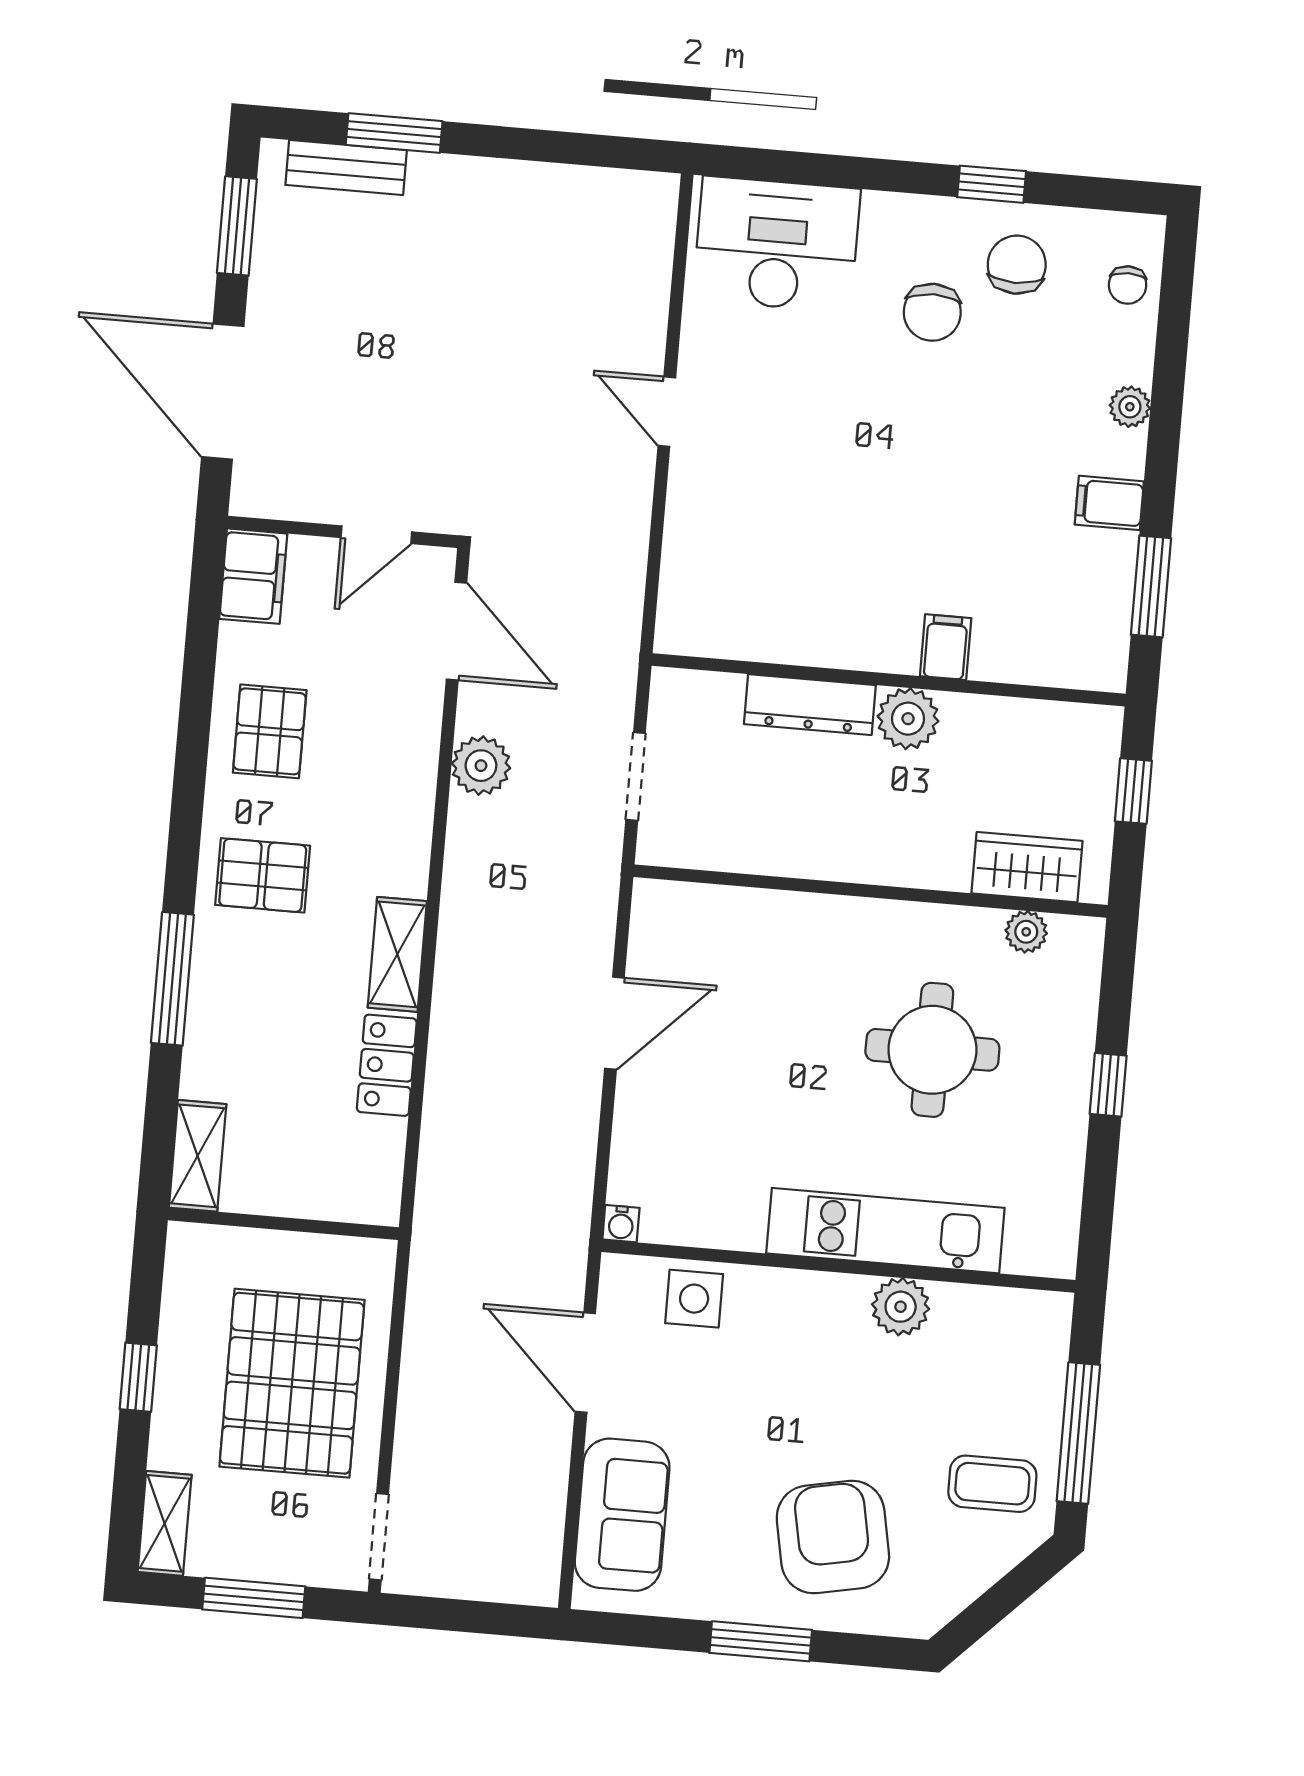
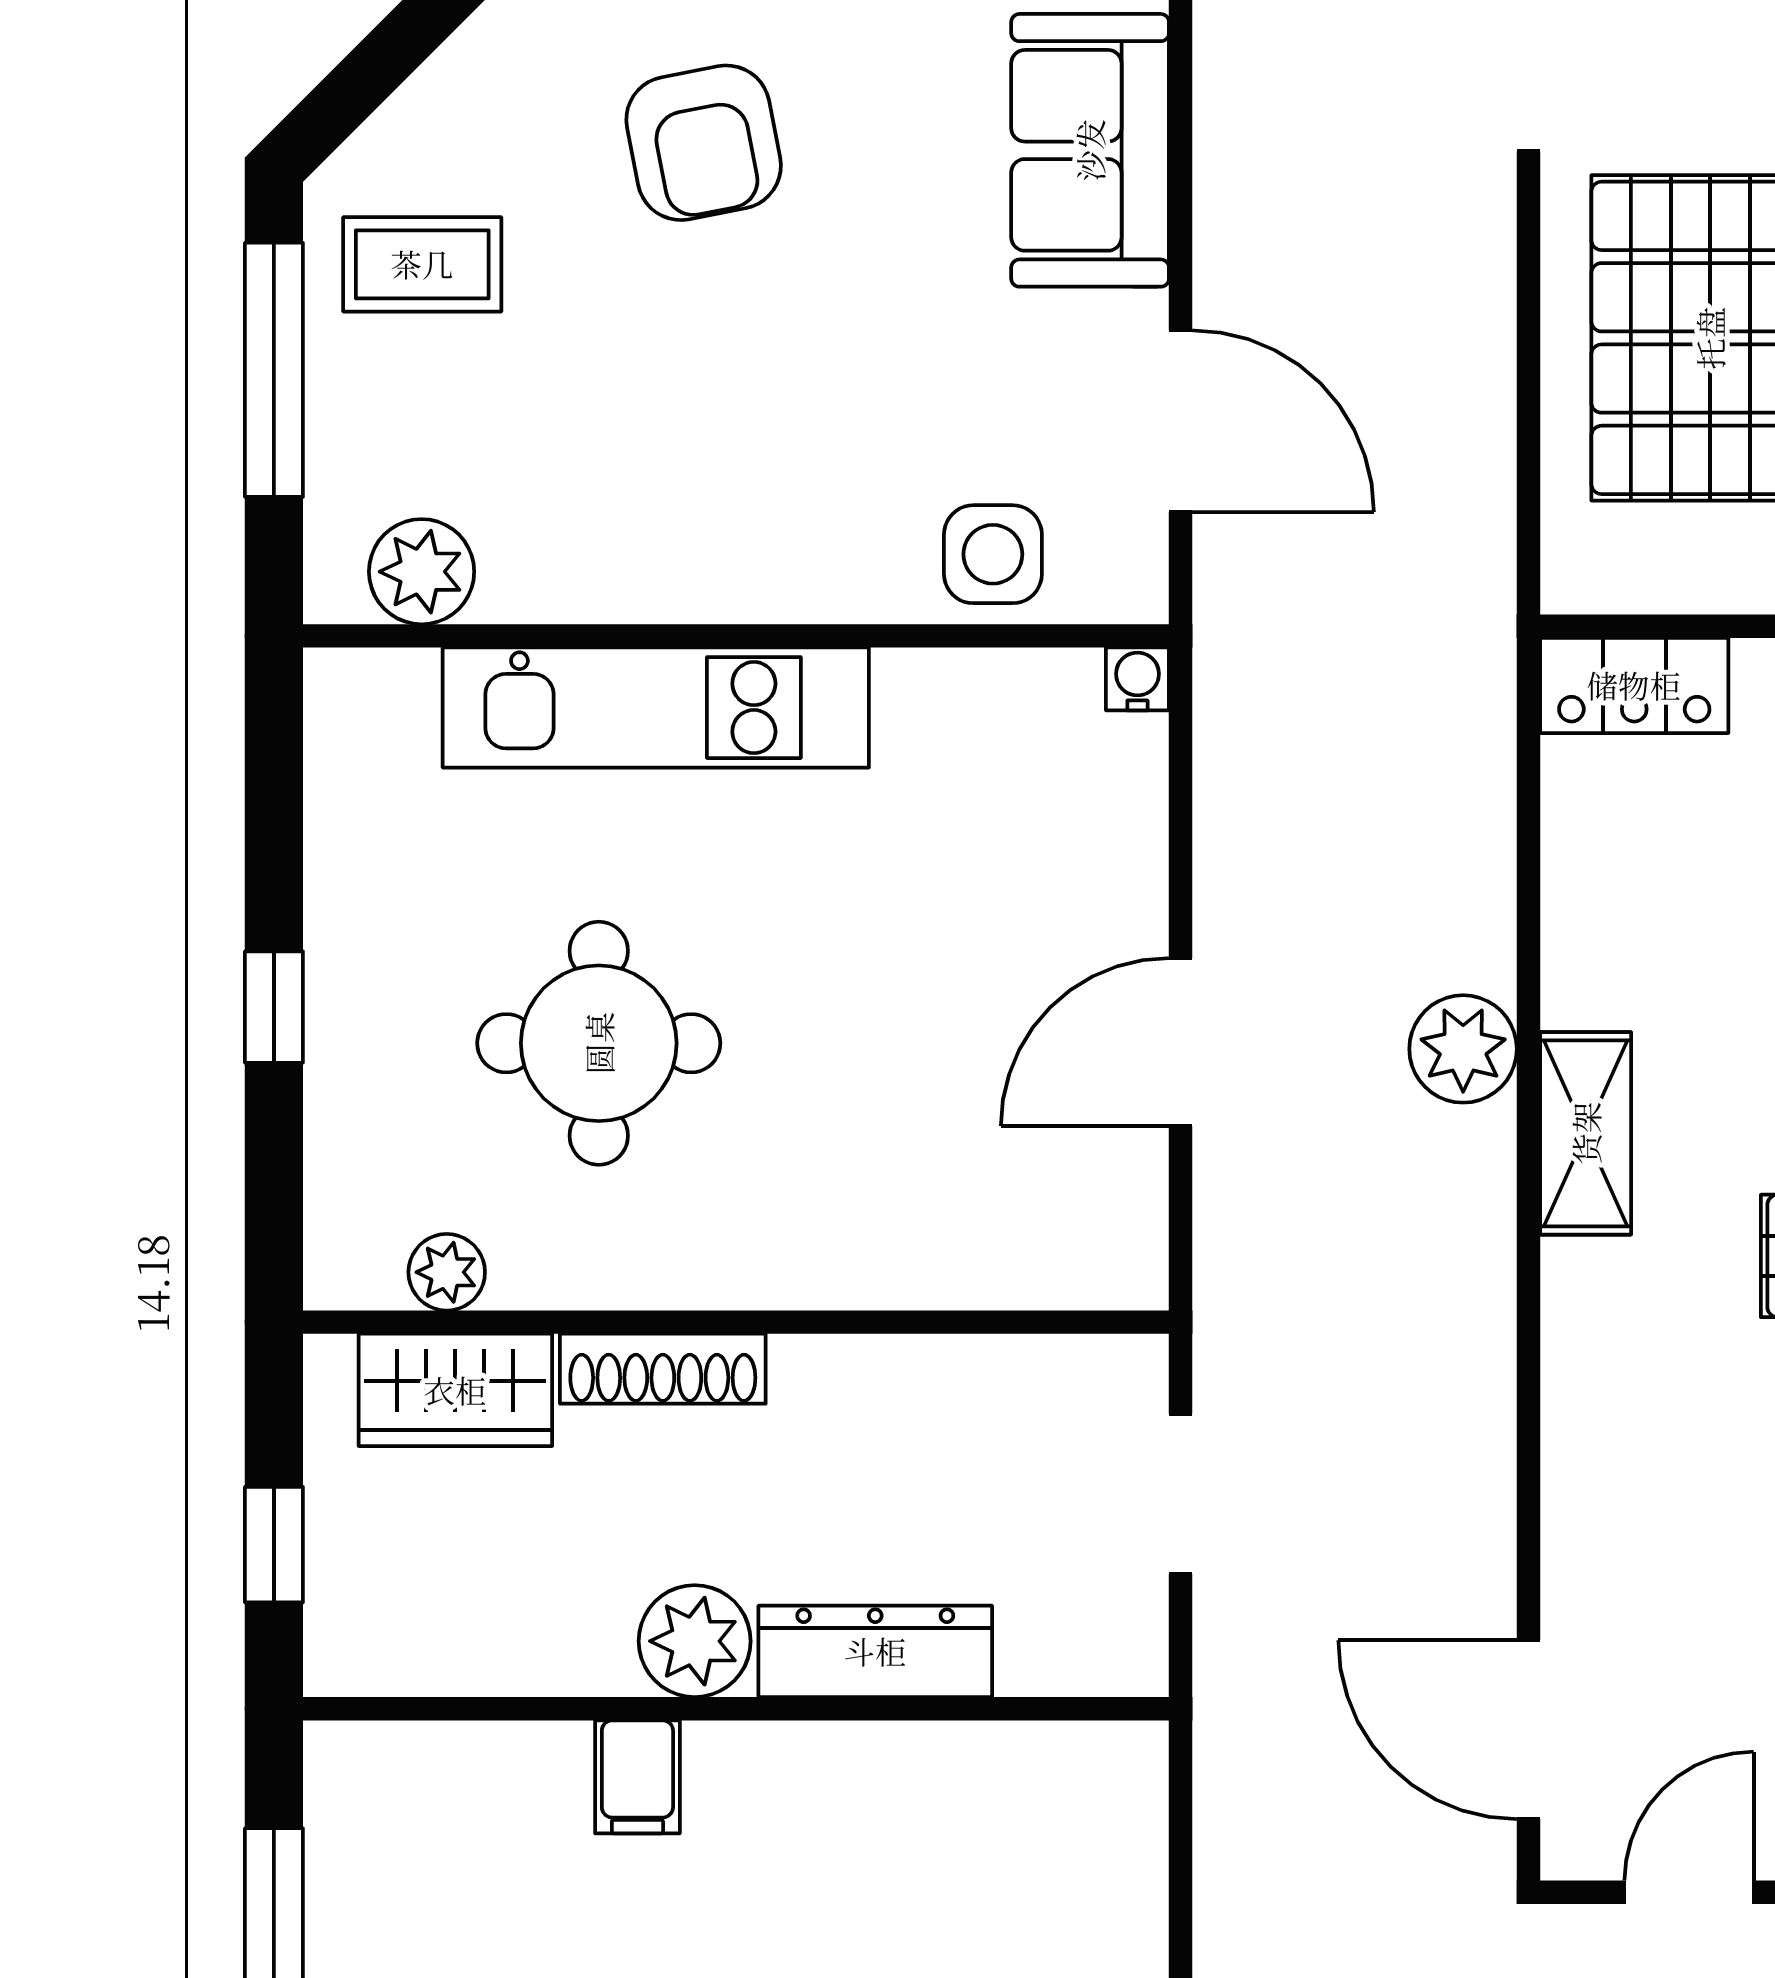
plant: (481, 766) -> (1463, 1049), moved
shoe rack: (913, 869) -> (663, 1369), added
locker: (387, 1065) -> (1634, 685), moved, turned 90
plant: (901, 1307) -> (422, 572), moved
armchair: (833, 1537) -> (704, 143), width x0.73, depth x0.73

